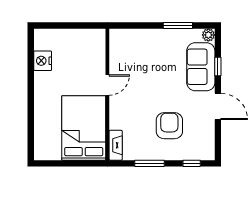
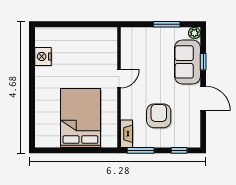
door: (107, 85) -> (119, 79), moved
wall: (107, 94) -> (119, 87), moved
fireplace: (116, 145) -> (127, 134), moved

